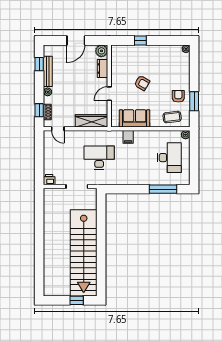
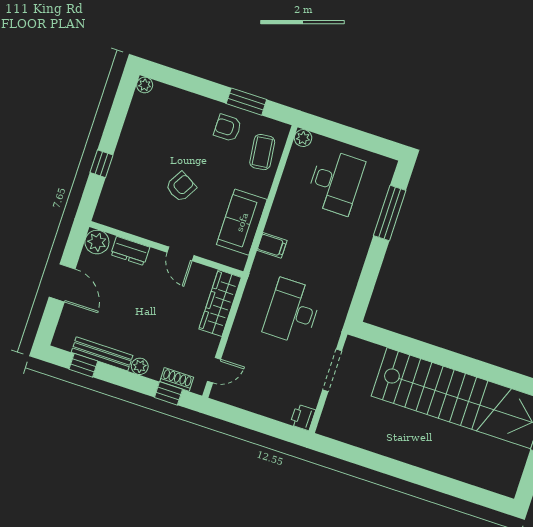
desk: (169, 158) -> (335, 182), turned 90

